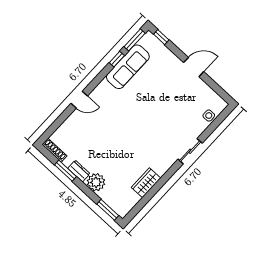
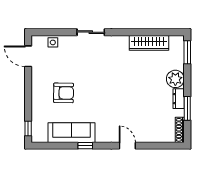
window: (135, 40) -> (48, 146), removed
window: (117, 59) -> (85, 146), moved
door: (194, 67) -> (28, 56), moved
armchair: (163, 88) -> (64, 93), added
wardrobe: (146, 183) -> (149, 43), width x1.50

